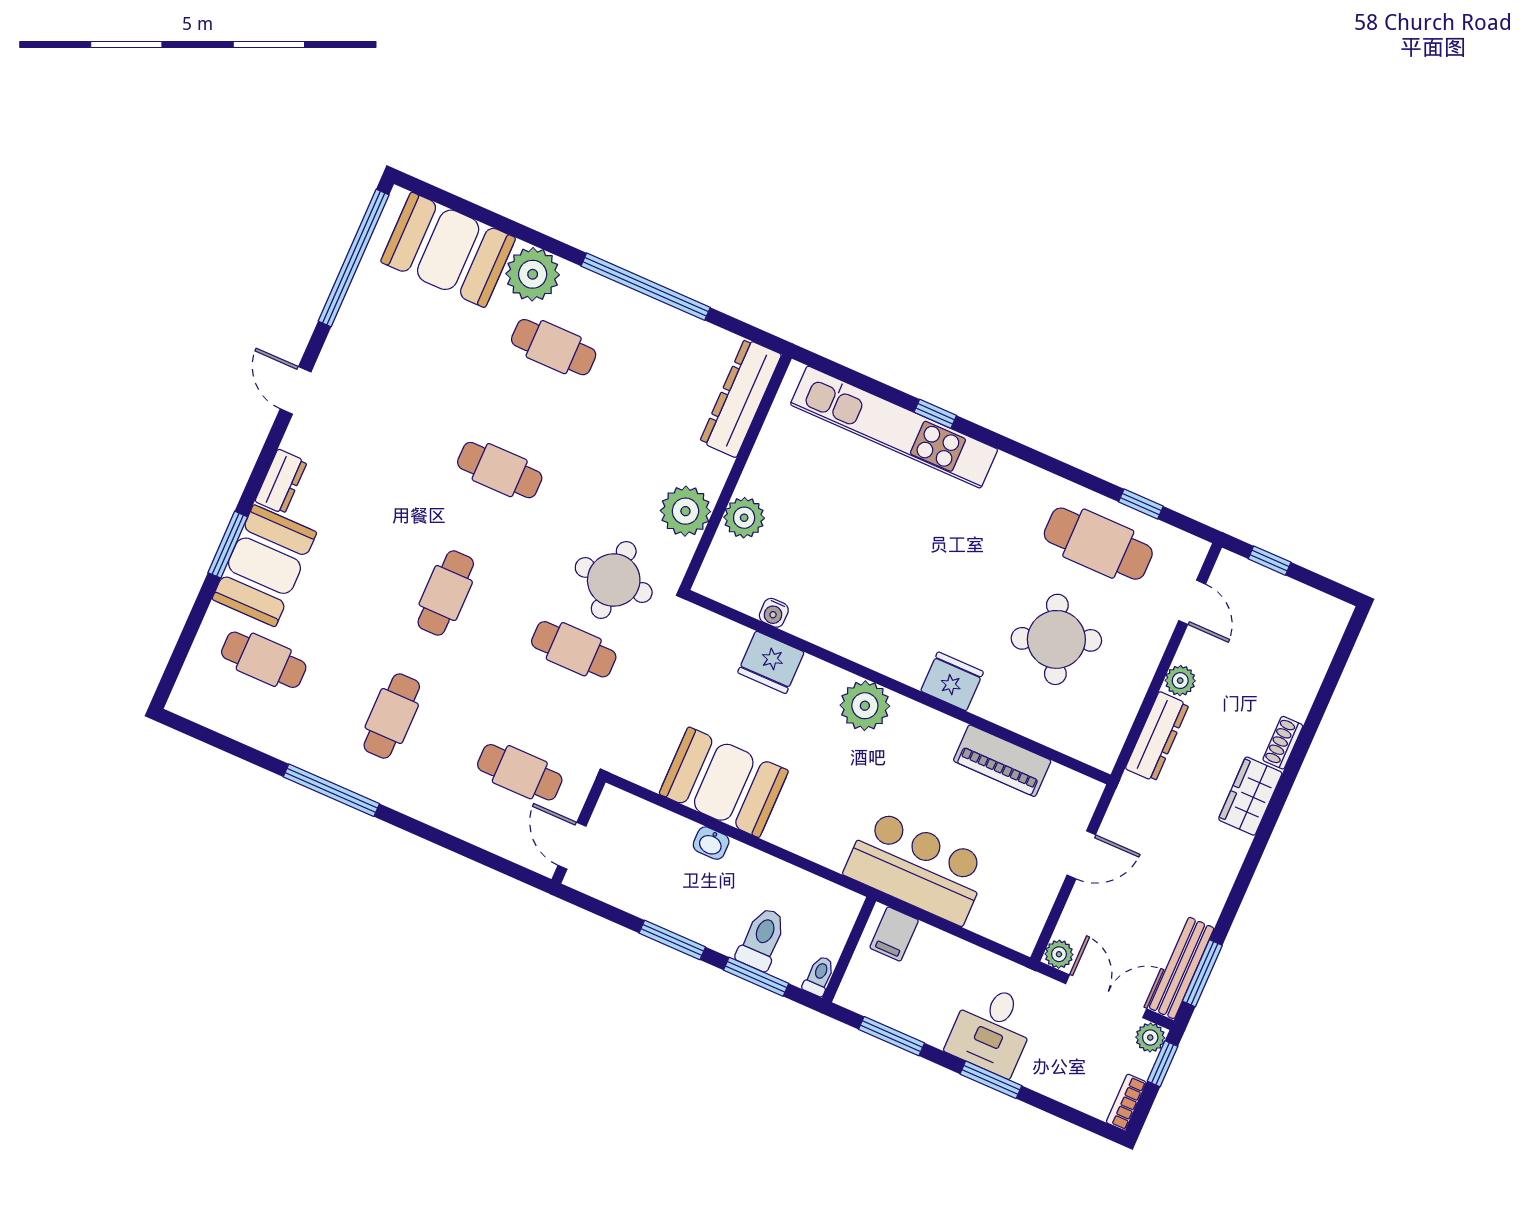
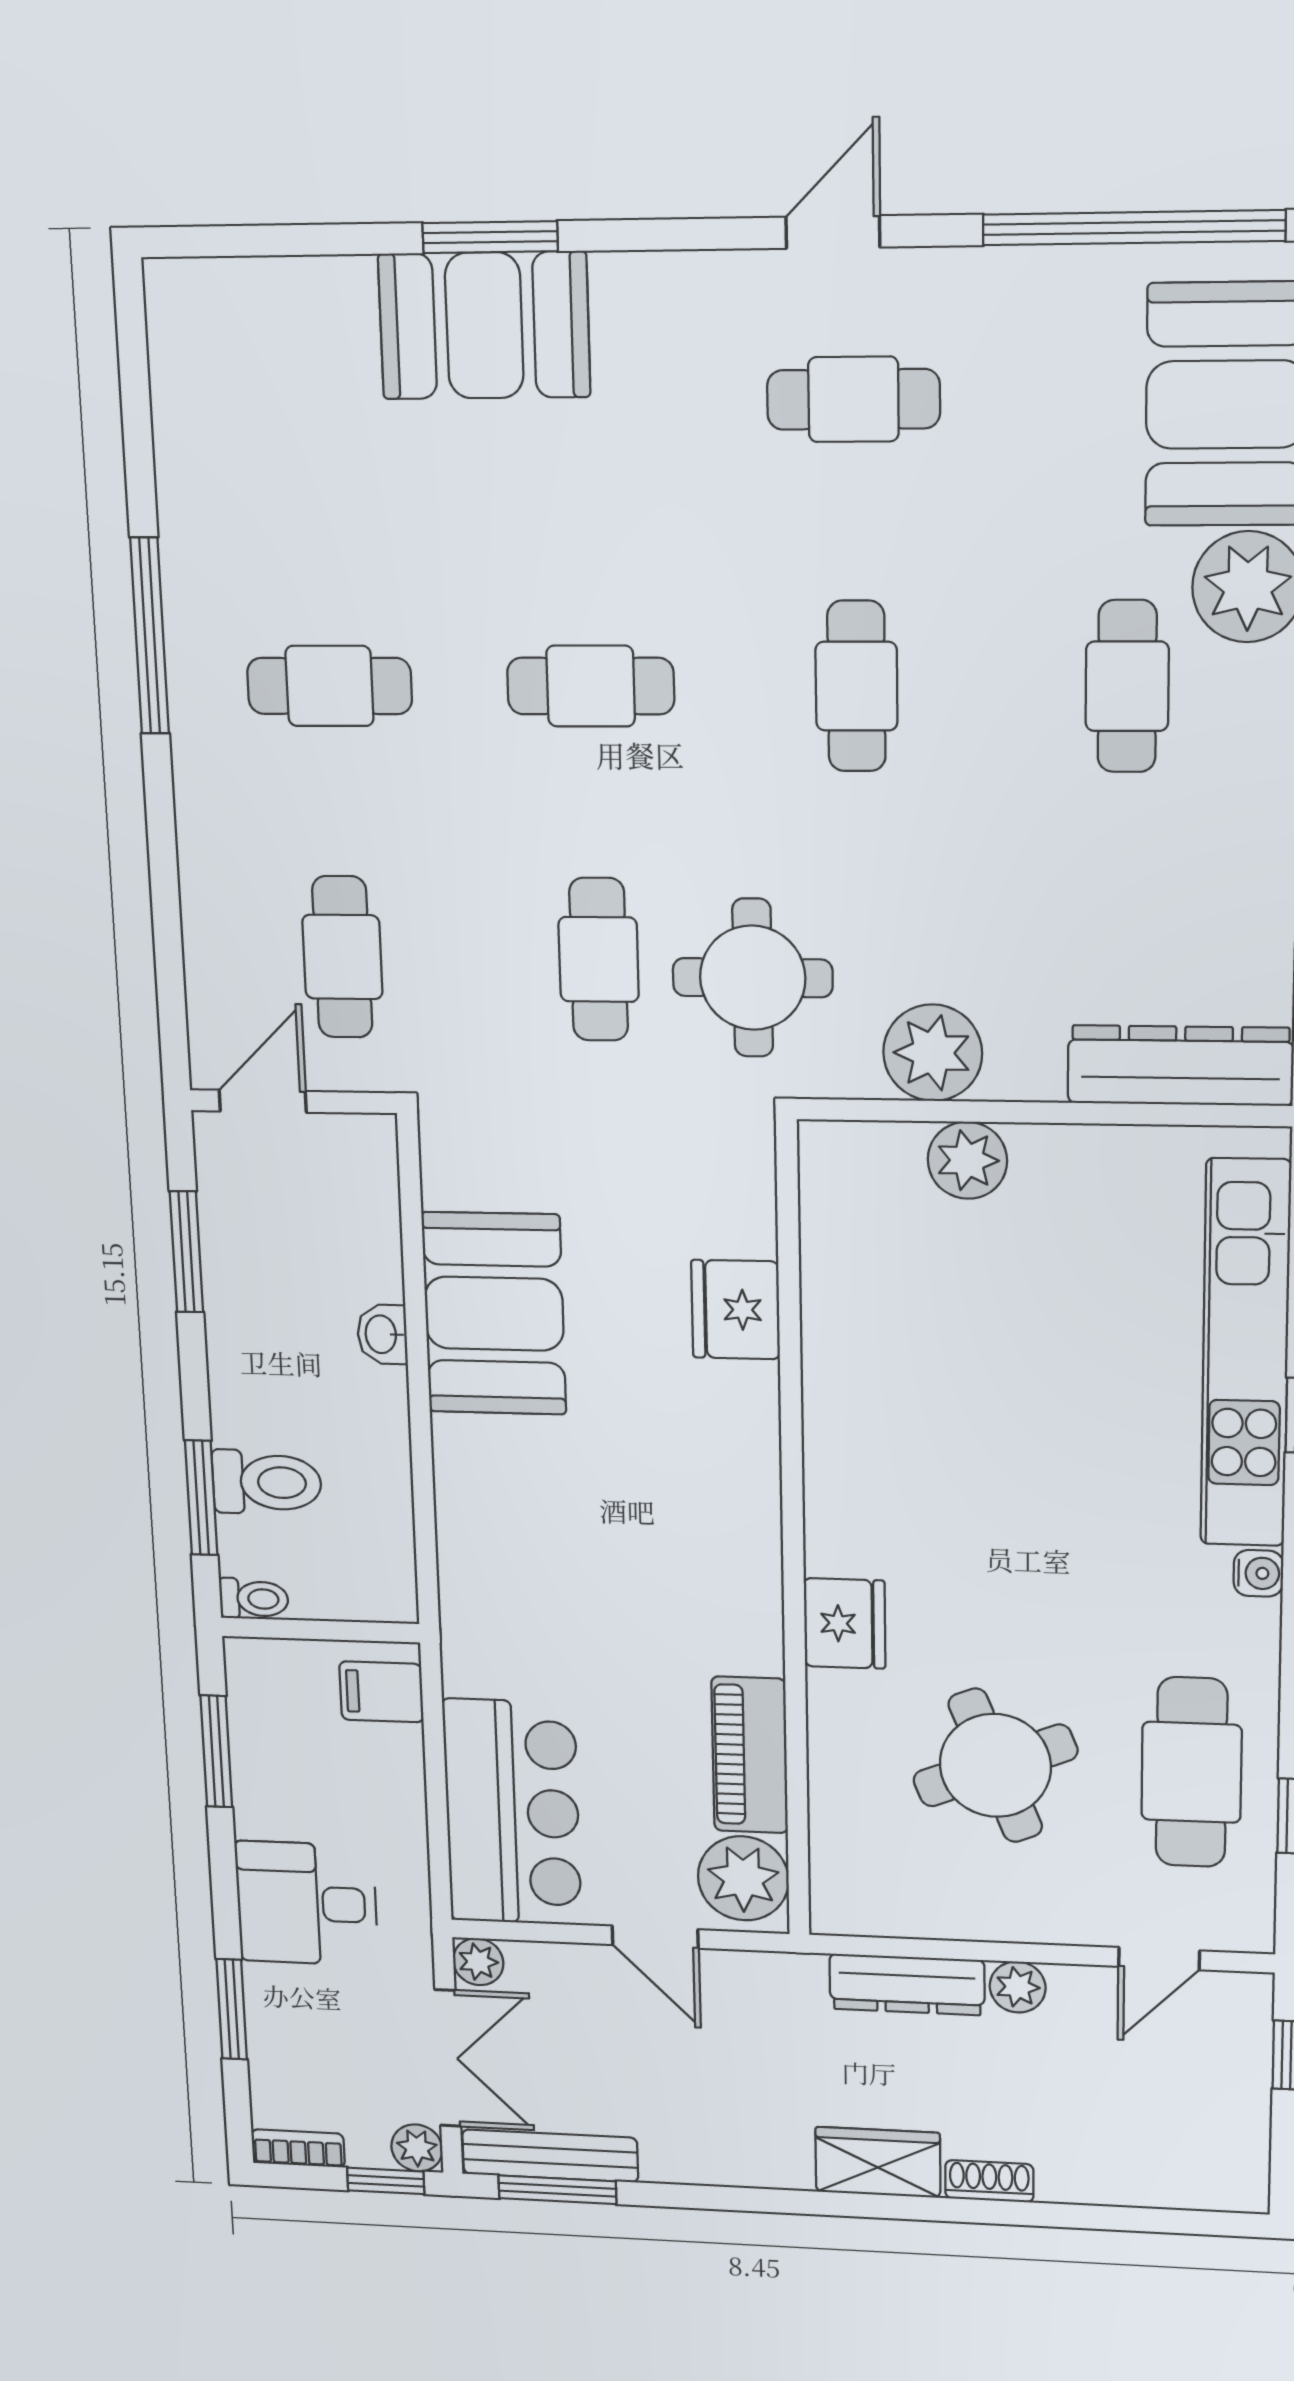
dresser: (281, 482) -> (651, 284), removed
water cooler: (774, 613) -> (1258, 1573), moved, turned 180
cafe table: (264, 660) -> (853, 399), moved, turned 90
plant: (865, 706) -> (743, 1878), moved
bar counter: (917, 867) -> (512, 1812), moved
window: (672, 940) -> (186, 1252), moved
window: (991, 1080) -> (232, 2009), moved

